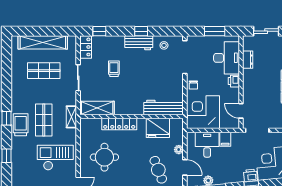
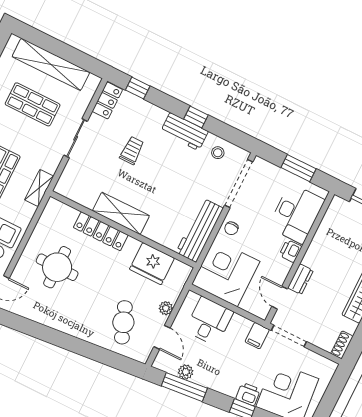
dresser: (248, 60) -> (300, 279), moved
workbench: (163, 107) -> (200, 230), moved, turned -90
shelving: (97, 108) -> (121, 213), moved
filing cabinet: (225, 139) -> (257, 336), moved

